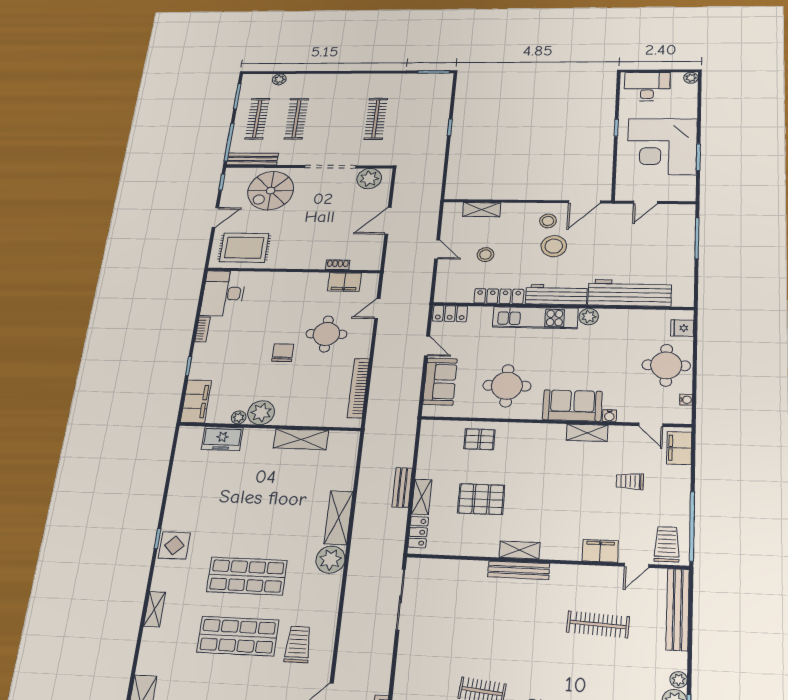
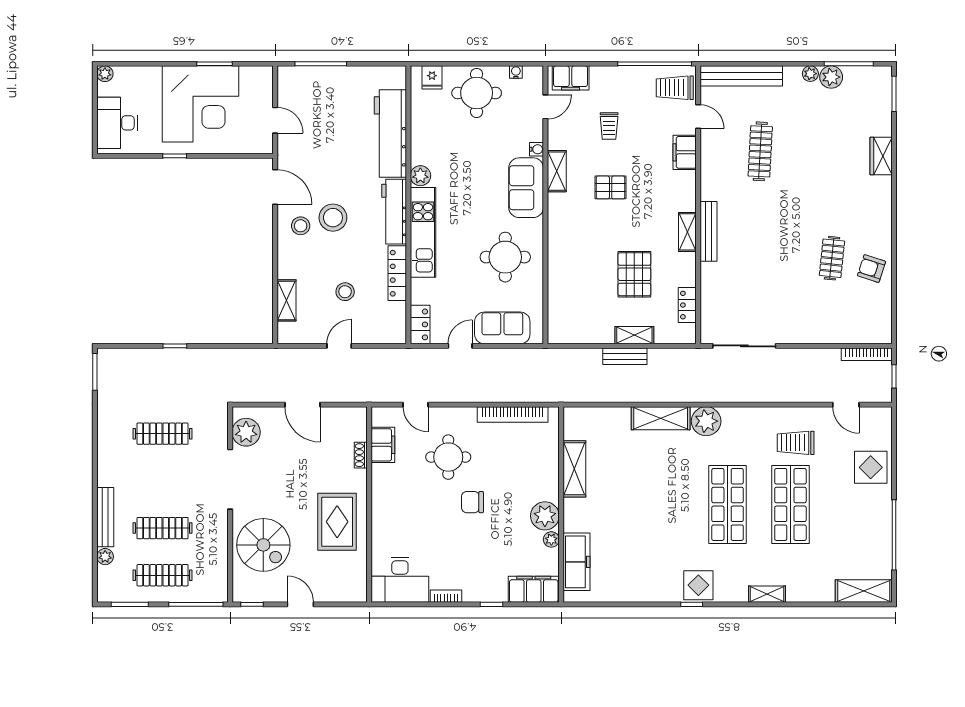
bench: (252, 159) -> (105, 517), moved
rug: (244, 248) -> (337, 522), moved
freezer: (222, 438) -> (576, 562), width x1.40
pallet: (479, 439) -> (611, 187), moved, turned 90
locker: (418, 532) -> (687, 305), moved, turned -90

